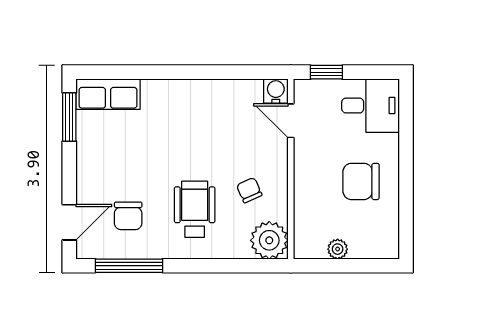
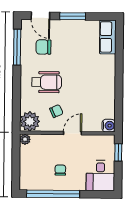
window: (69, 117) -> (73, 16), moved
door: (291, 121) -> (72, 133), moved
chair: (361, 181) -> (60, 170), width x0.54, depth x0.54
window: (406, 195) -> (53, 194), added
plant: (338, 249) -> (25, 139), moved

